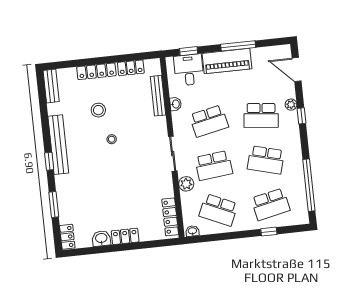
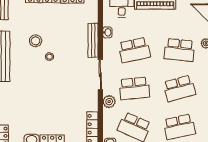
bench: (158, 96) -> (93, 40), moved
stool: (98, 110) -> (35, 41), moved
school desk: (266, 160) -> (179, 88), turned -30

